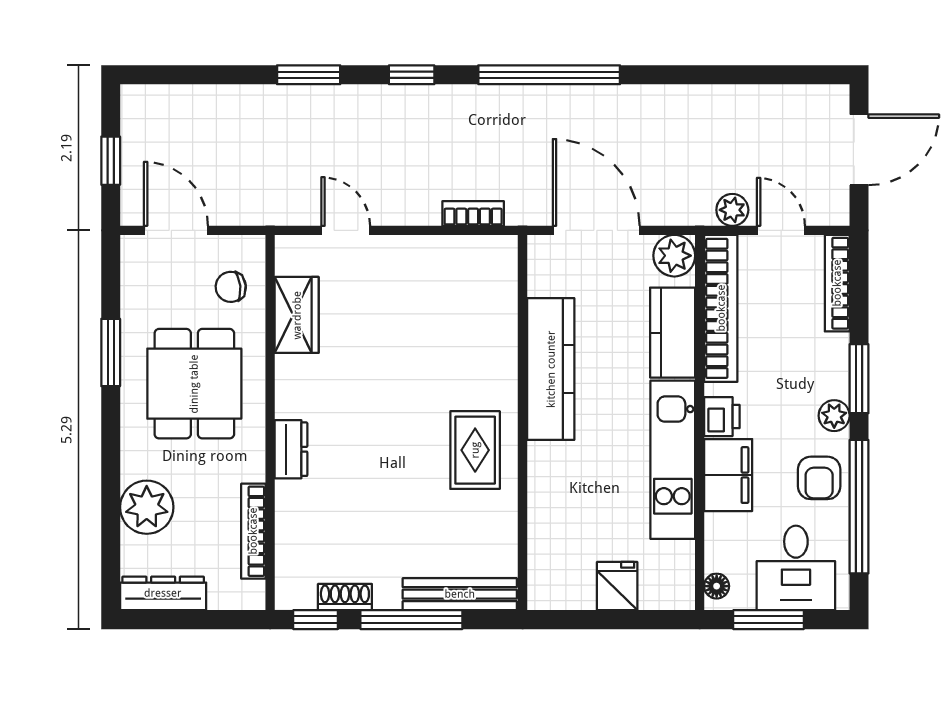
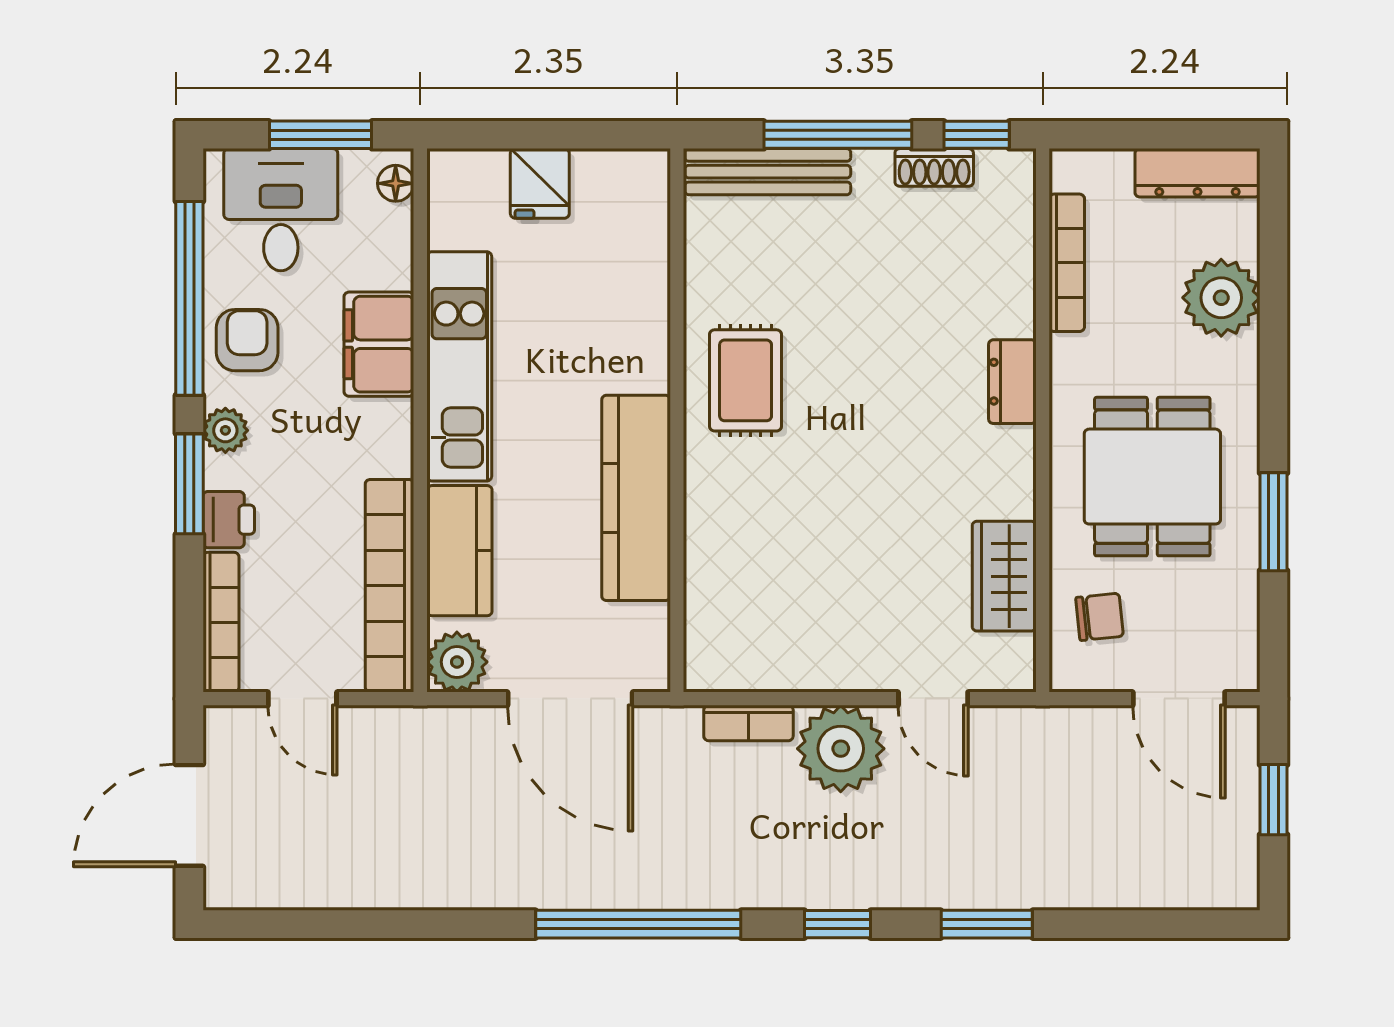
plant: (732, 210) -> (841, 749), moved, width x1.87, depth x1.87
printer: (722, 417) -> (229, 520), moved, turned 180

